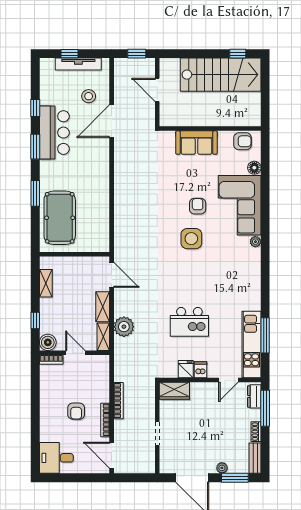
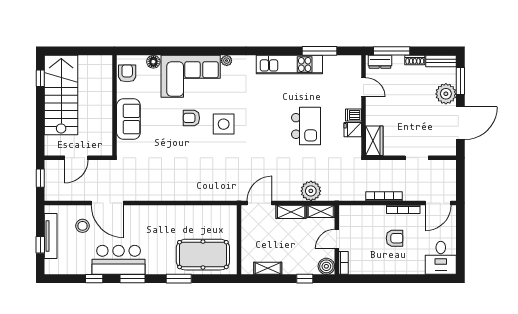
kitchen unit: (251, 344) -> (289, 64), moved
plant: (222, 468) -> (446, 94), width x1.88, depth x1.88

